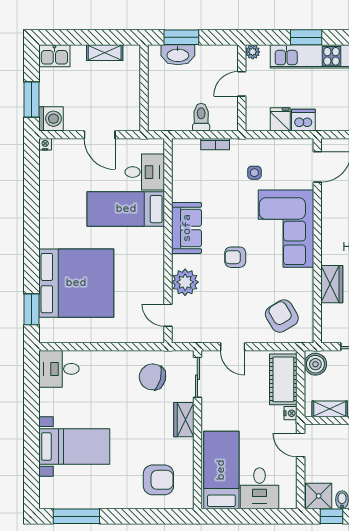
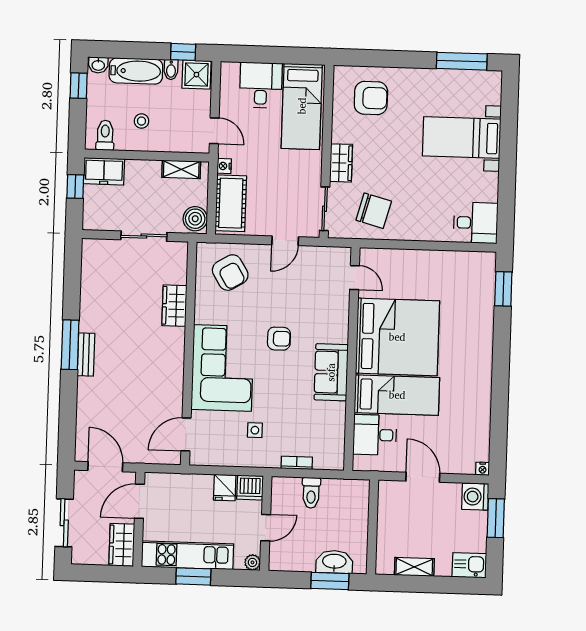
dishwasher: (303, 120) -> (250, 488), moved
plant: (185, 282) -> (335, 313), removed
bed: (76, 283) -> (397, 337), moved, turned 180
door: (233, 347) -> (285, 241), swing flipped
armchair: (158, 480) -> (371, 98), turned 180

